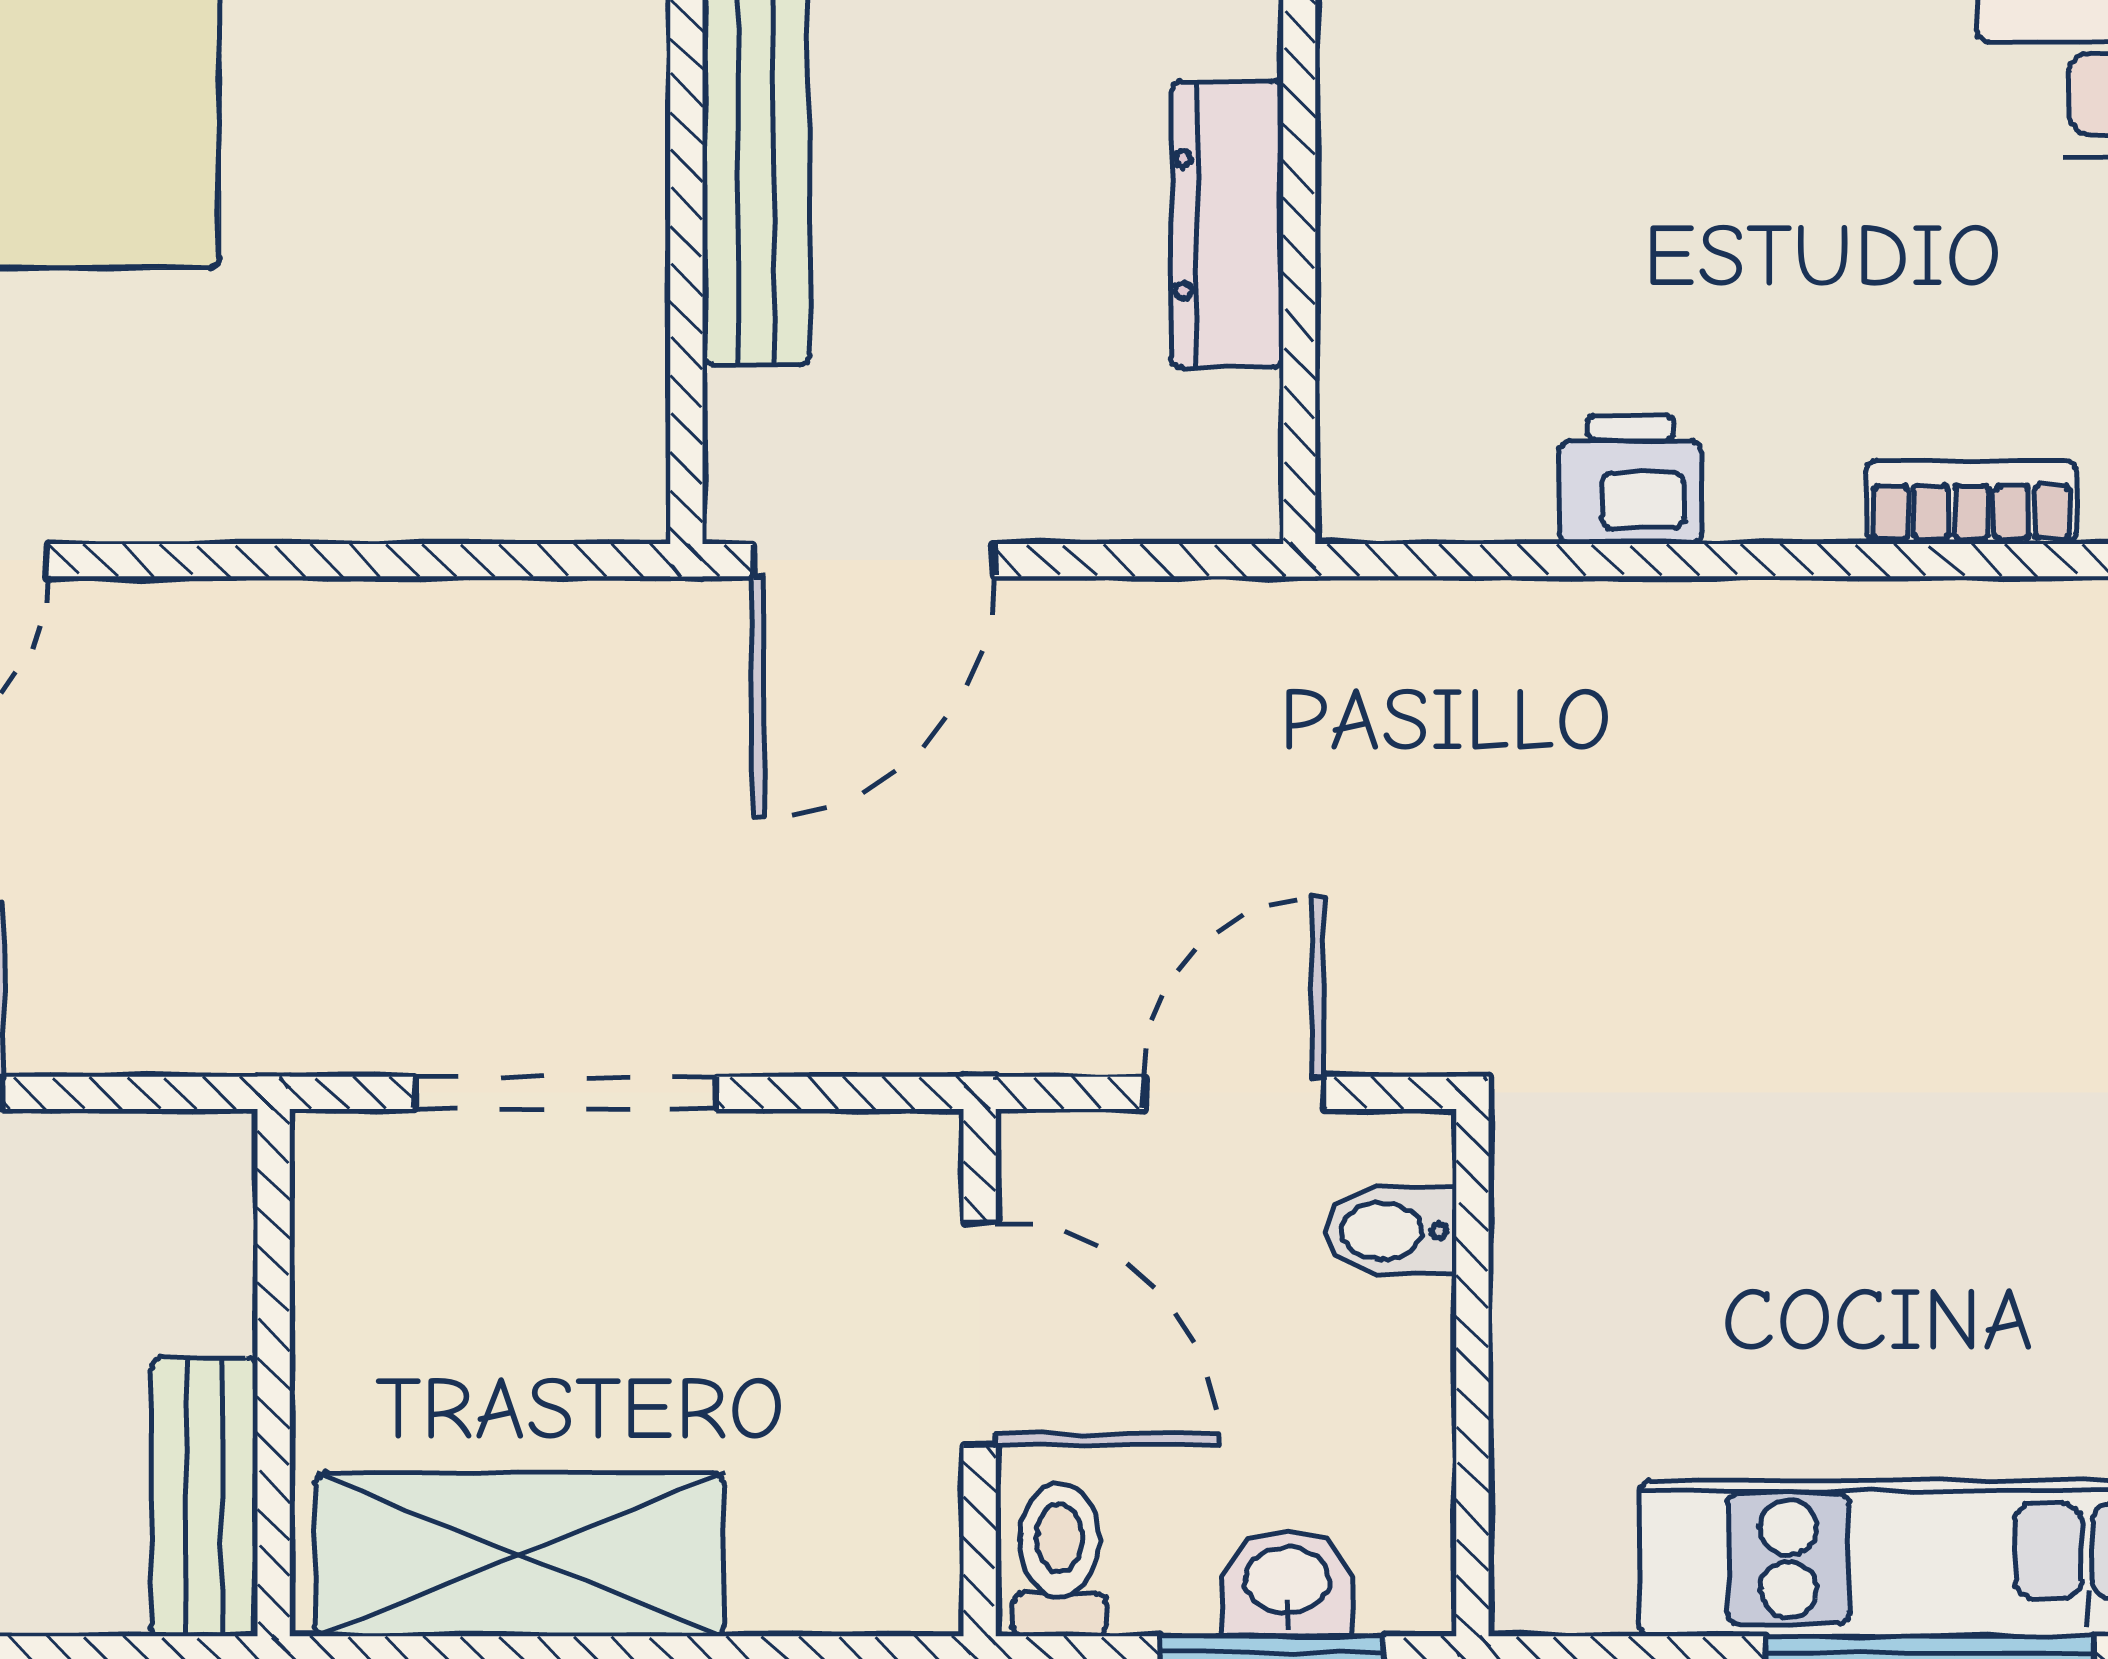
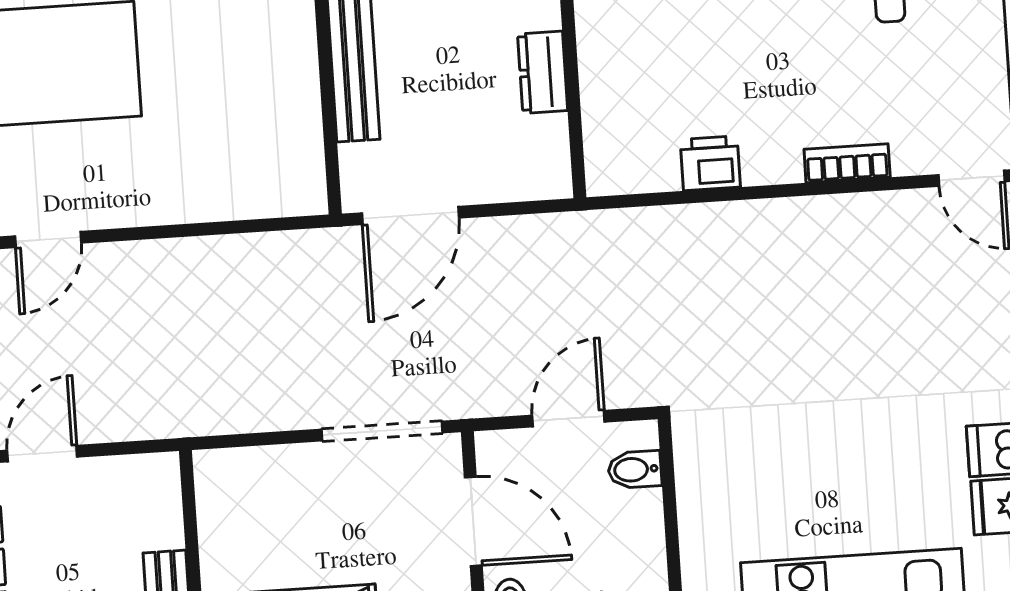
dresser: (1227, 225) -> (543, 72), width x0.70
doorway: (565, 1093) -> (382, 431), moved

